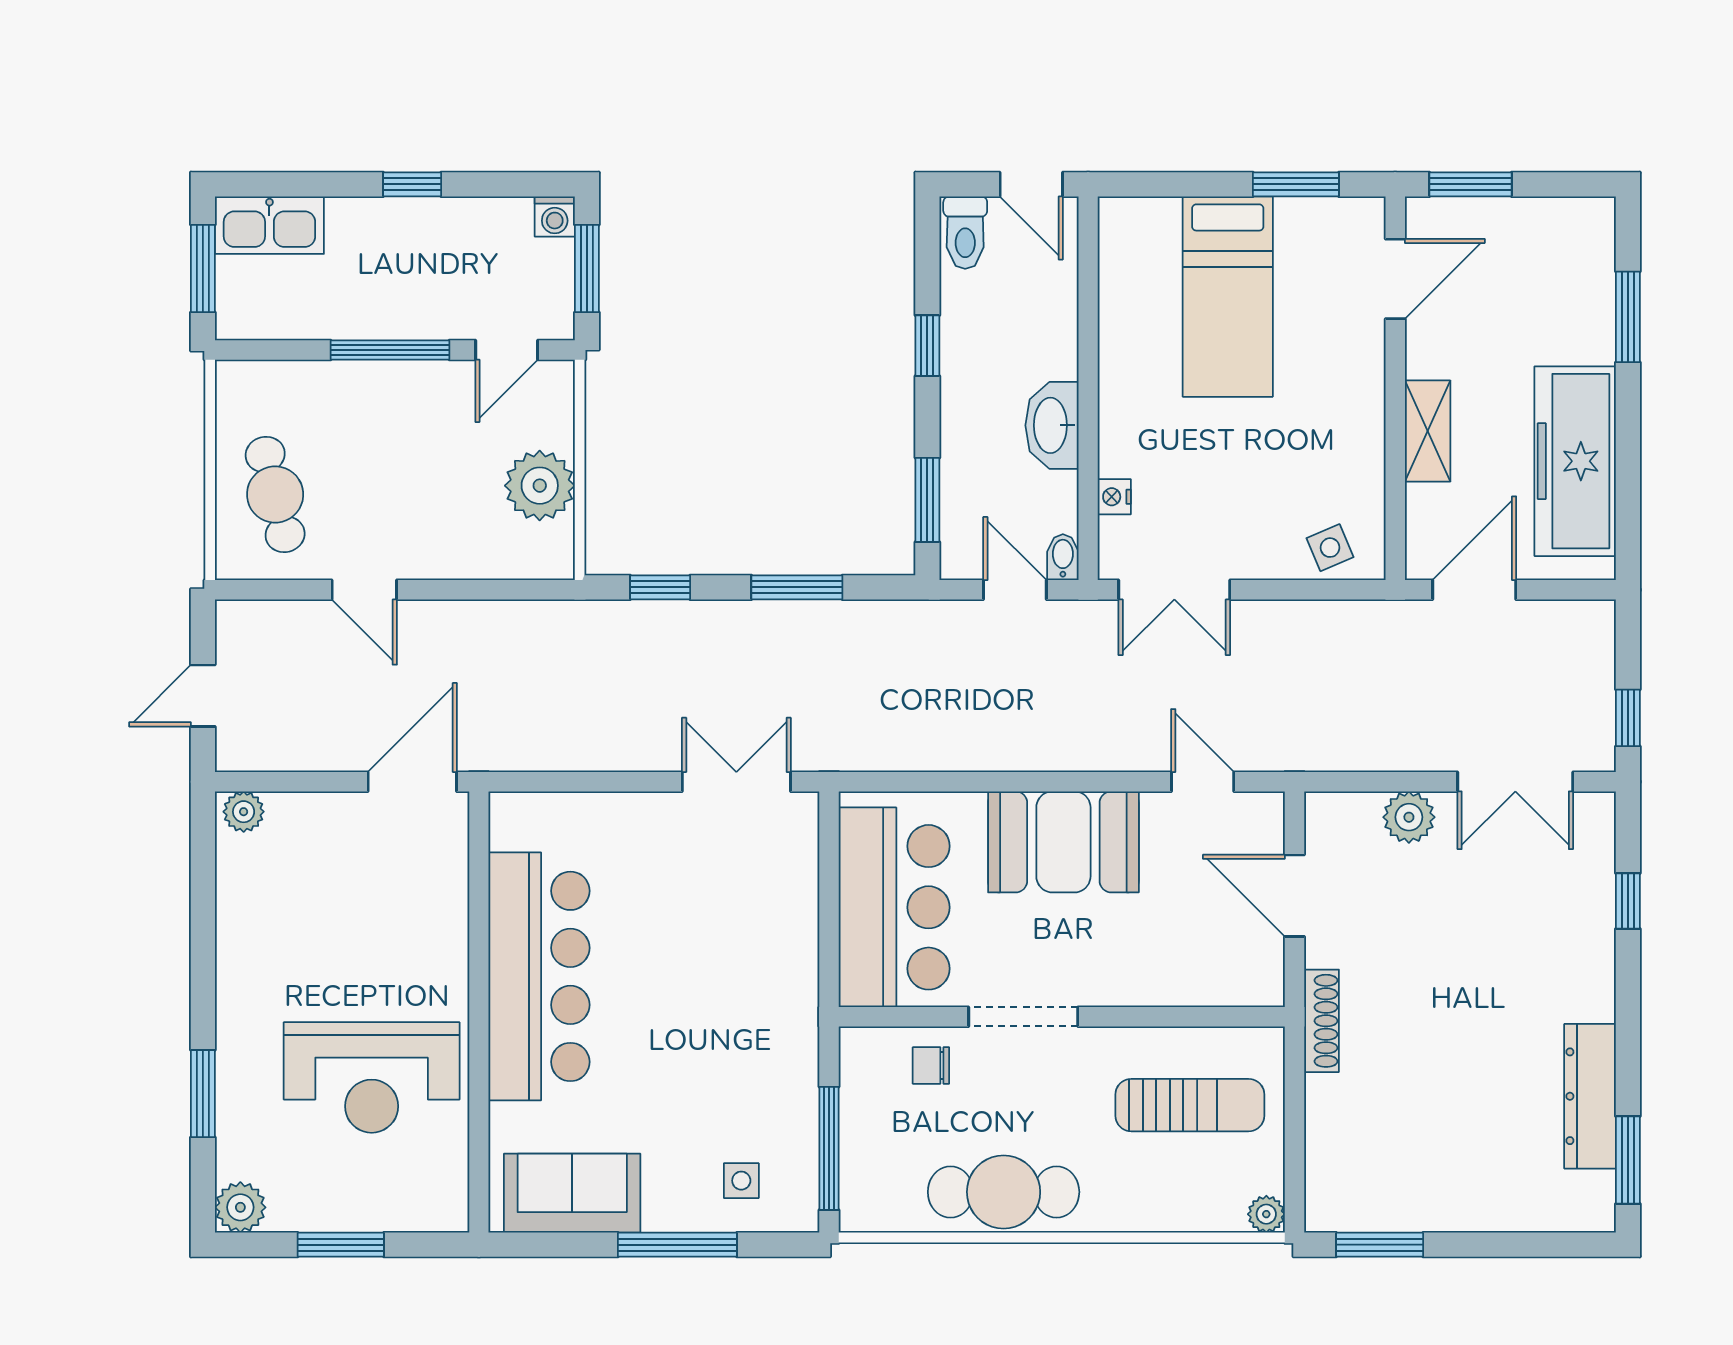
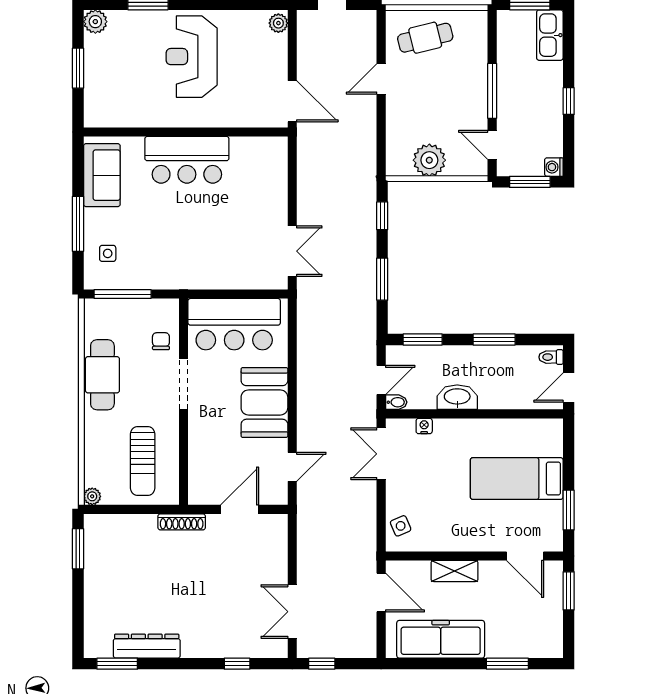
toilet: (965, 233) -> (551, 357), width x0.73, depth x0.72
window: (927, 346) -> (494, 340), width x1.50
plant: (1409, 817) -> (276, 562), removed
bar counter: (539, 976) -> (187, 160), width x0.73
reception desk: (372, 1077) -> (192, 57), moved

